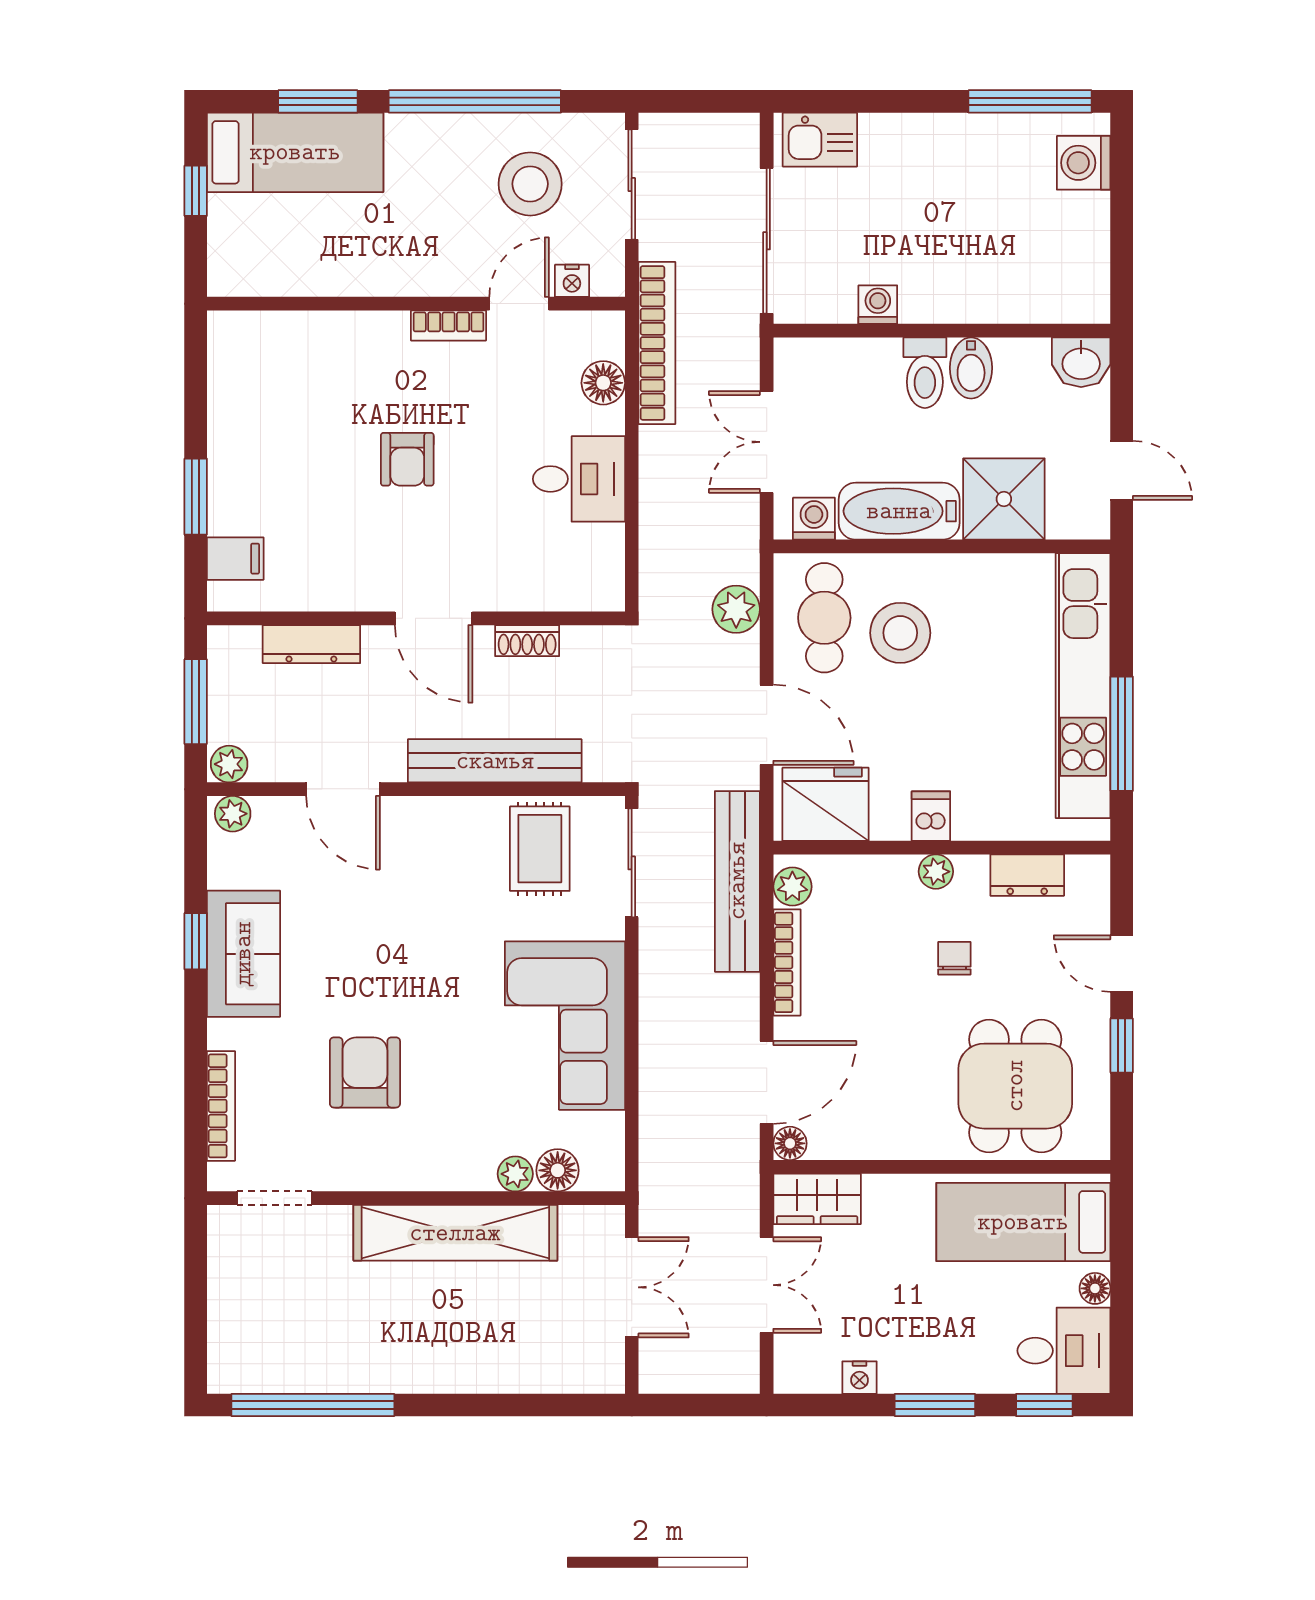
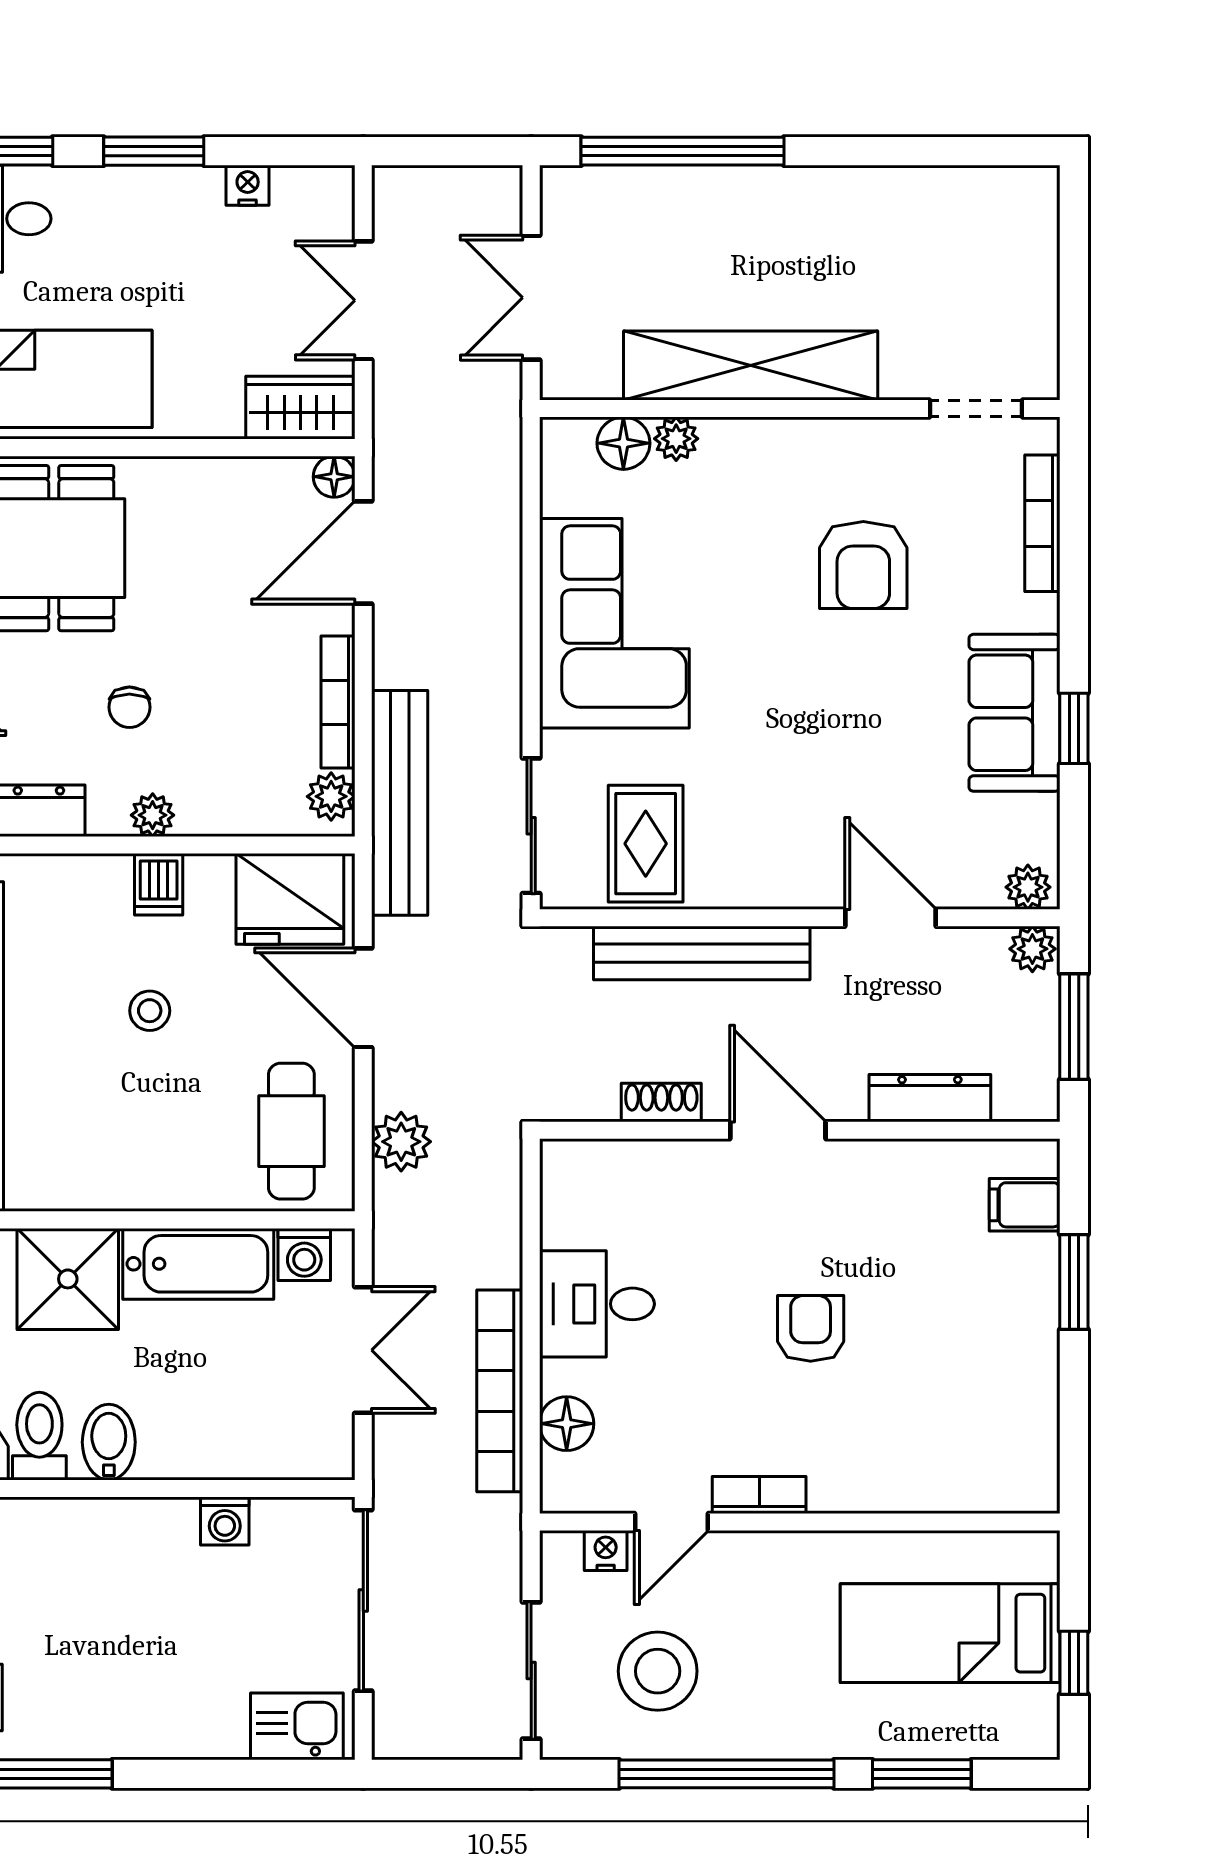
bed: (295, 152) -> (950, 1633), moved
bookcase: (657, 343) -> (500, 1391), moved
toilet: (925, 373) -> (39, 1436), moved
stool: (900, 633) -> (150, 1011), moved, width x0.53, depth x0.53
window: (313, 1405) -> (682, 151), moved

